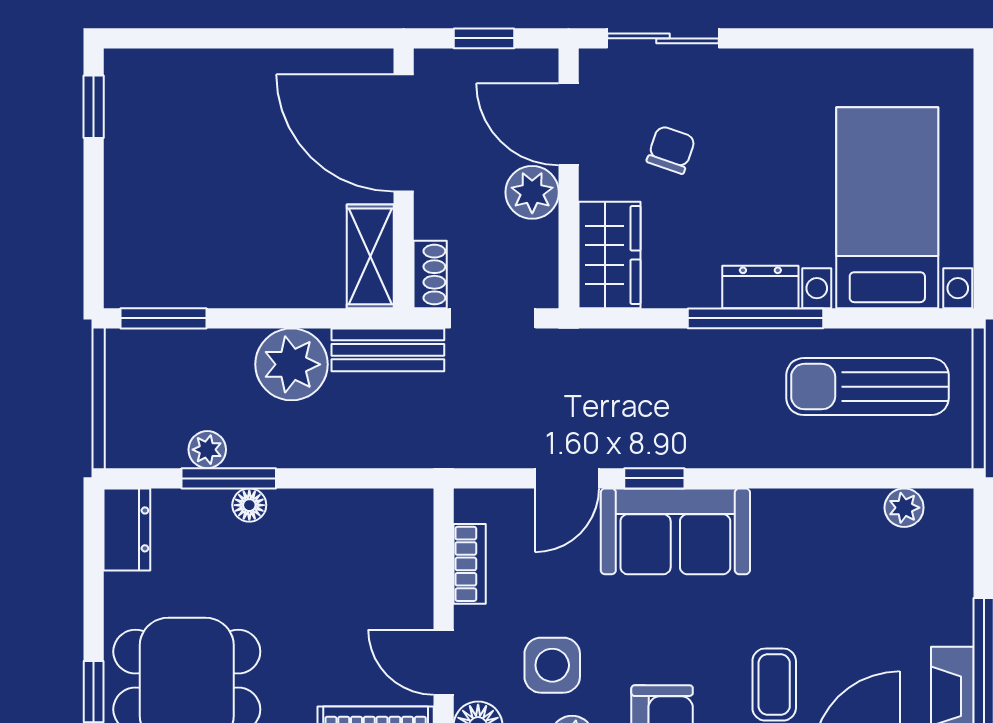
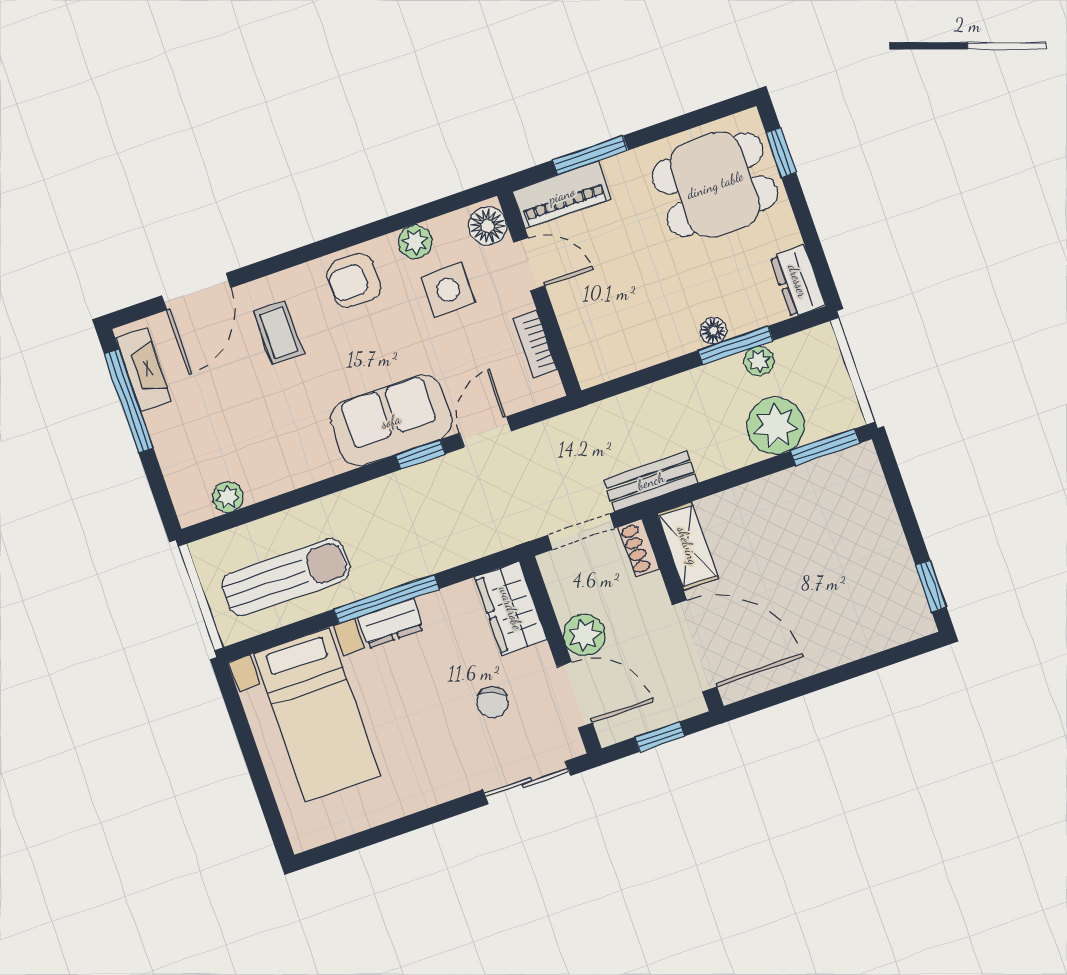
plant: (292, 364) -> (776, 426), moved

